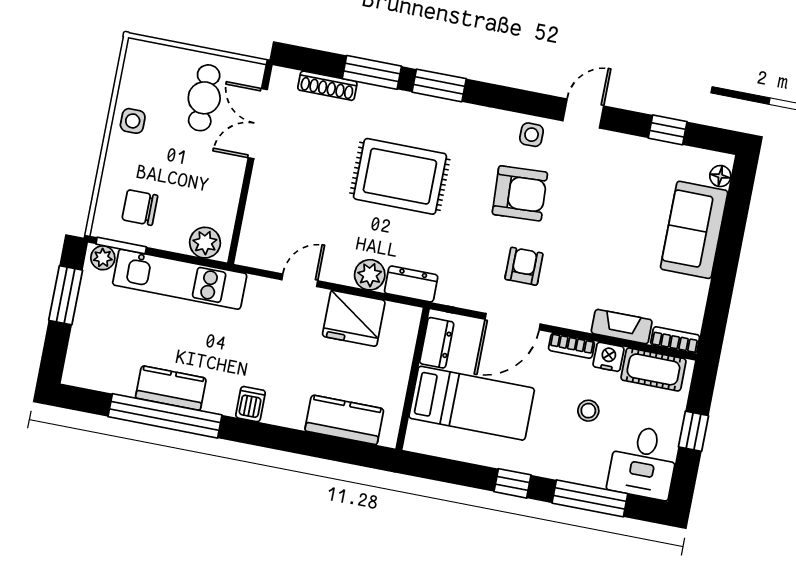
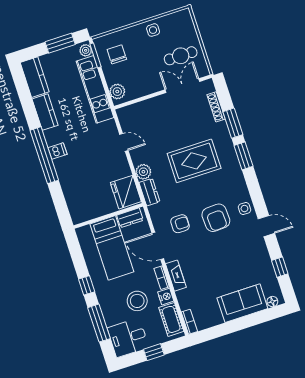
rug: (400, 176) -> (194, 161), turned 90
armchair: (524, 266) -> (180, 224), moved
fridge: (354, 318) -> (126, 192), moved
fireplace: (622, 327) -> (176, 276), moved
stool: (588, 411) -> (137, 301), width x1.89, depth x1.89
window: (165, 416) -> (44, 155), moved
kitchen counter: (344, 420) -> (35, 77), moved

